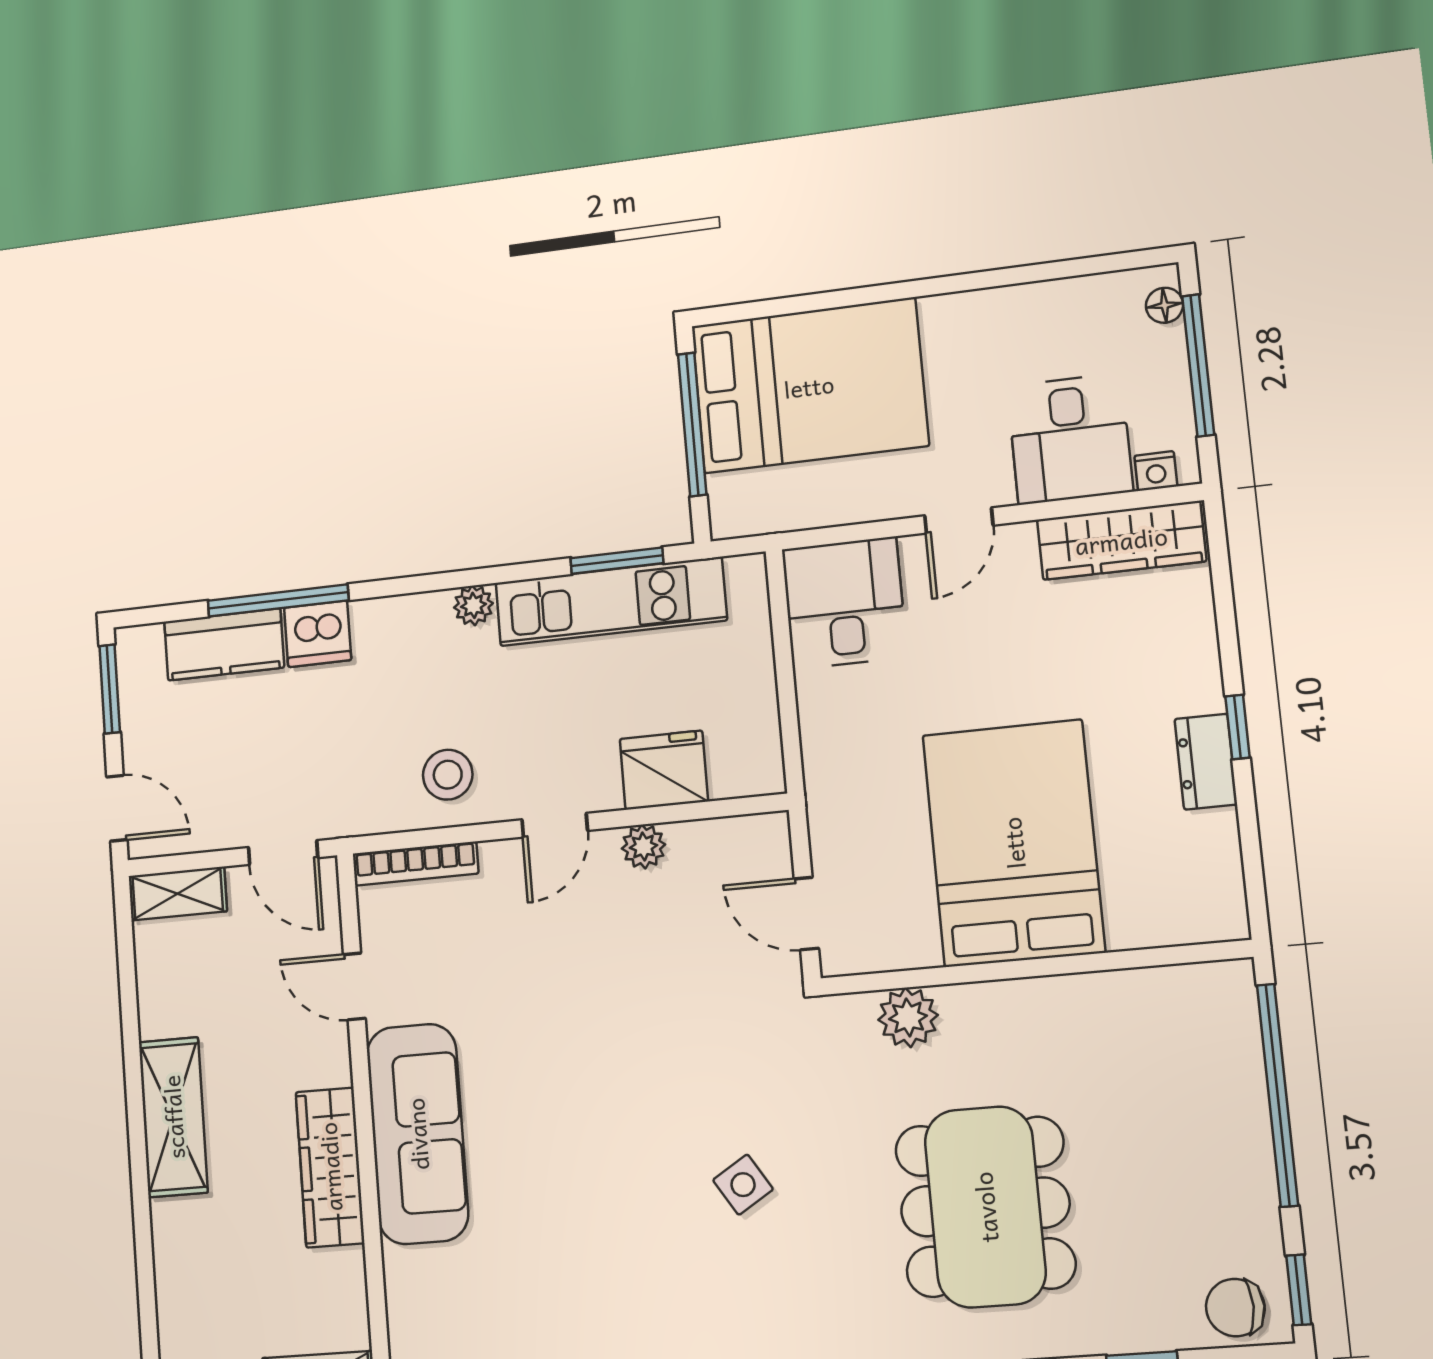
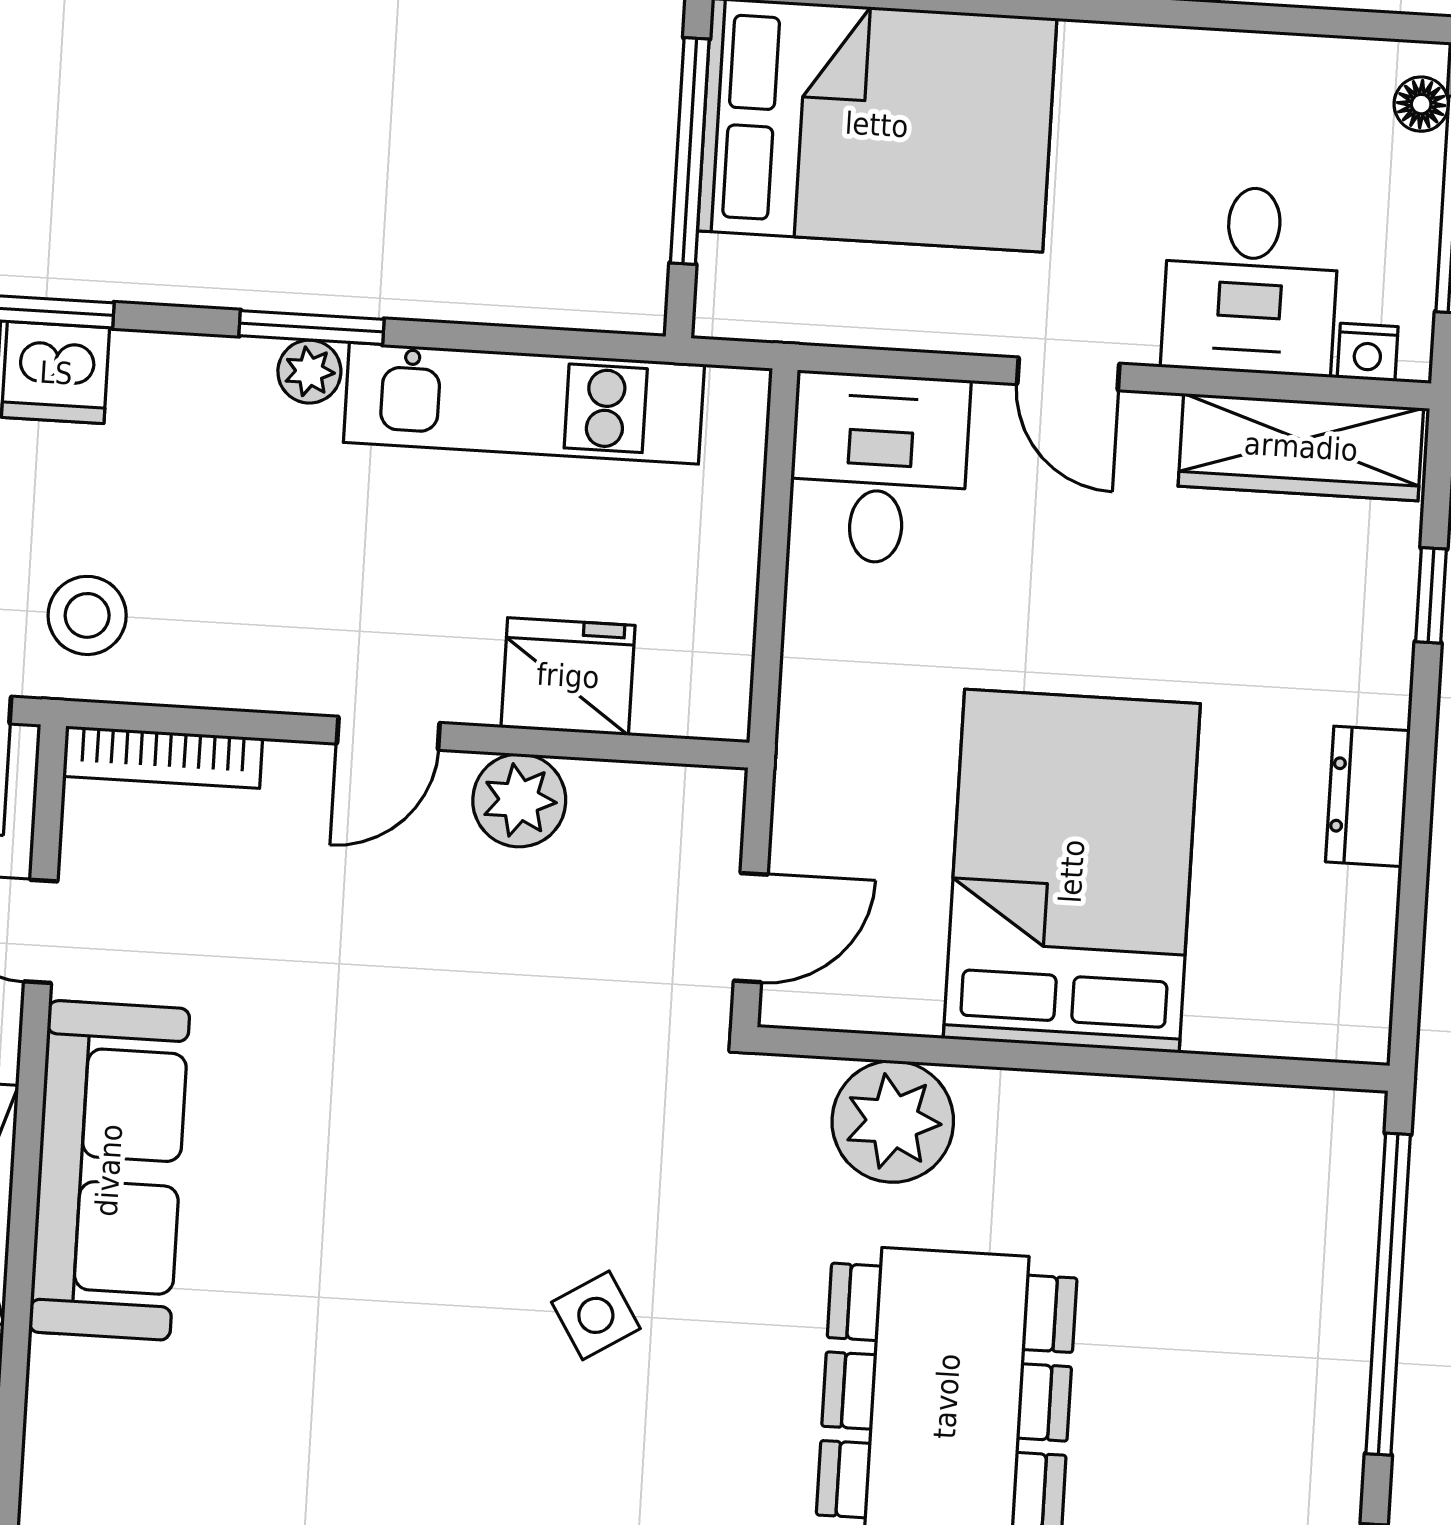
door: (959, 521) -> (1068, 374), hinge flipped
window: (617, 561) -> (312, 328), moved
window: (1238, 727) -> (1431, 595), moved
stool: (448, 775) -> (87, 615), moved
plant: (644, 847) -> (519, 800), width x1.38, depth x1.38
door: (806, 914) -> (751, 928), swing flipped
plant: (908, 1017) -> (893, 1121), width x1.36, depth x1.36

